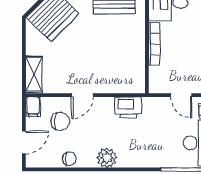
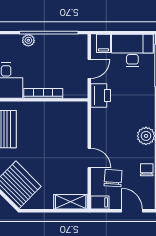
printer: (128, 108) -> (101, 95), moved

